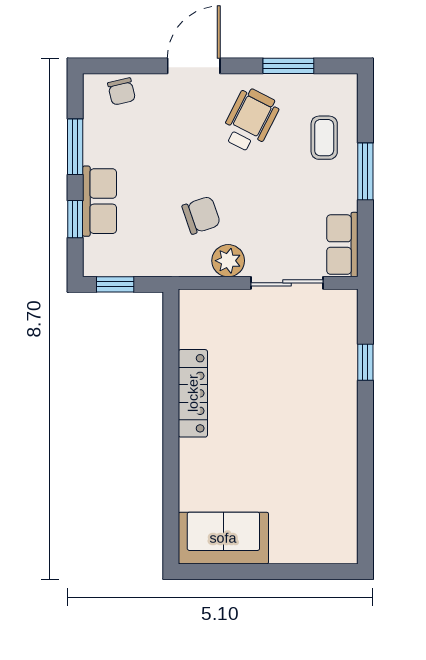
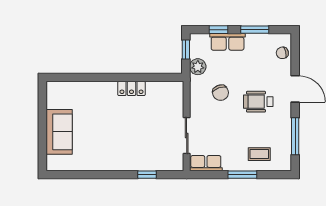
window: (288, 66) -> (295, 136), width x1.44
wheelchair: (250, 120) -> (258, 102), moved, turned 153
plant: (228, 261) -> (198, 67), moved
locker: (193, 393) -> (131, 88), width x0.66
sofa: (223, 538) -> (59, 132), moved

